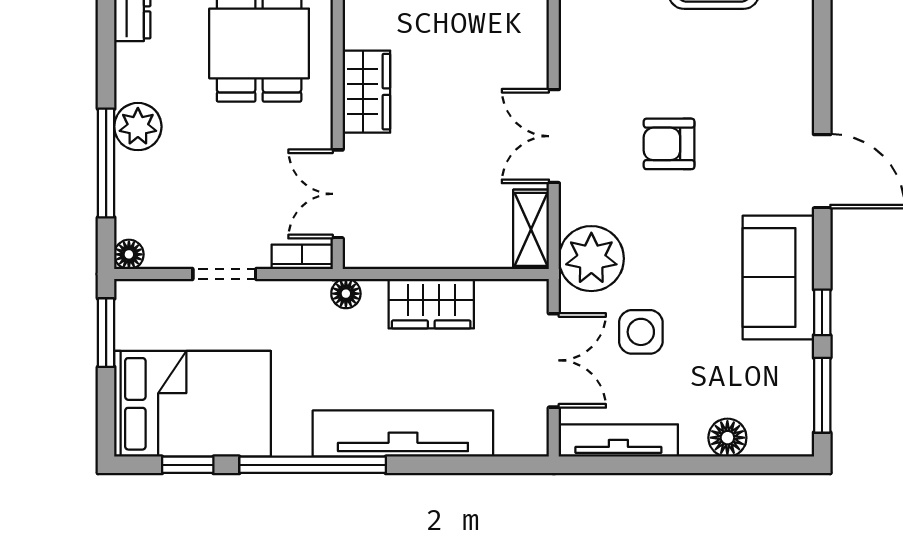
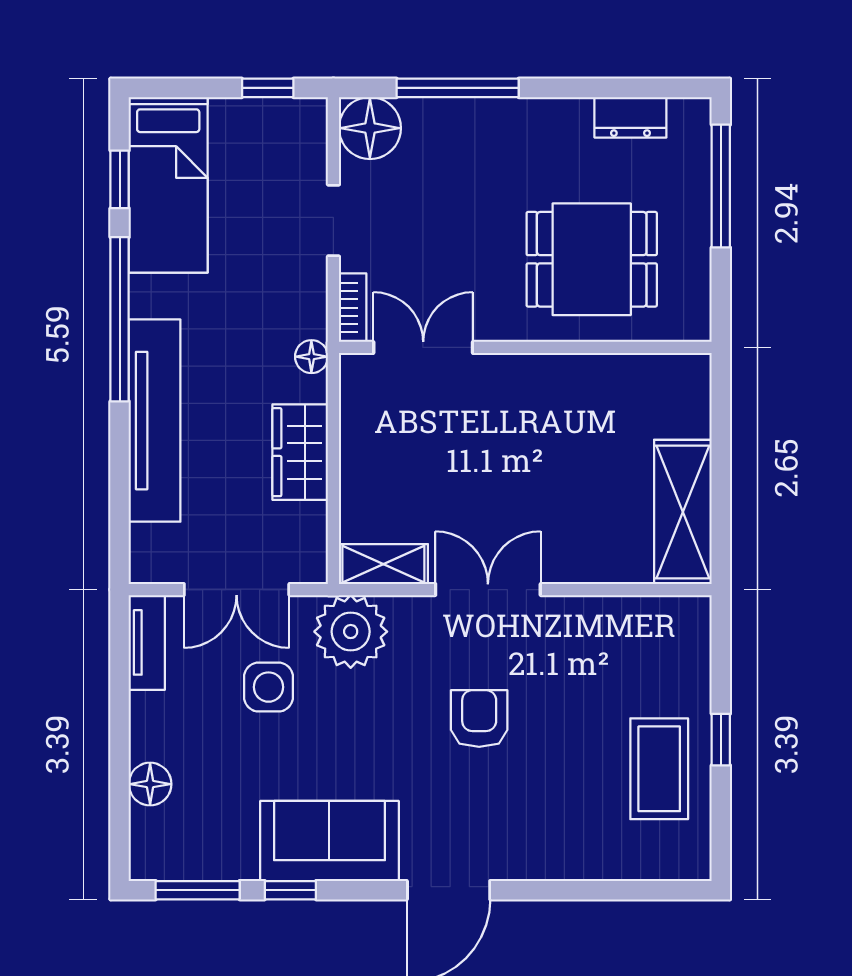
wardrobe: (366, 92) -> (538, 380), removed
plant: (138, 127) -> (499, 124), removed
floor lamp: (129, 254) -> (370, 128), width x1.89, depth x1.89
window: (106, 333) -> (268, 88), width x0.67
bed: (193, 404) -> (168, 185), width x0.67
tv unit: (618, 441) -> (147, 642), width x0.71

